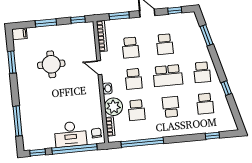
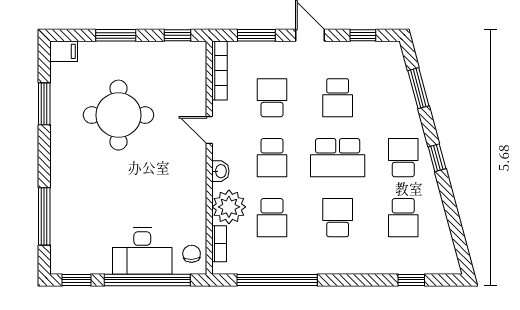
school desk: (131, 48) -> (272, 98), turned 180
round table: (51, 64) -> (118, 115), width x1.36, depth x1.36
school desk: (202, 72) -> (403, 158), turned 180
window: (226, 88) -> (437, 158), moved

